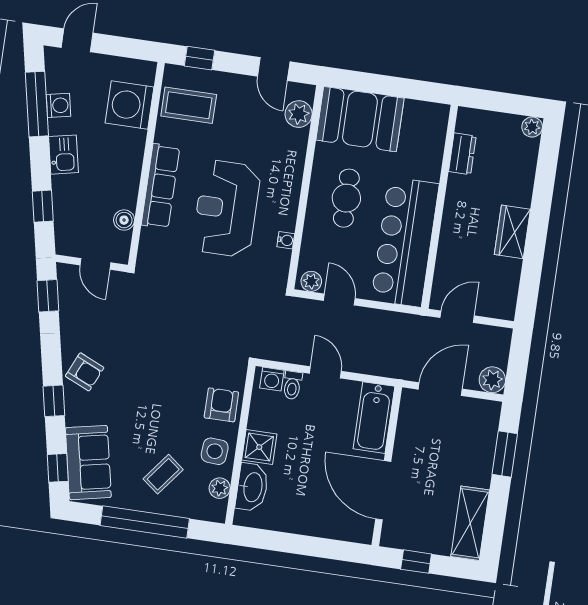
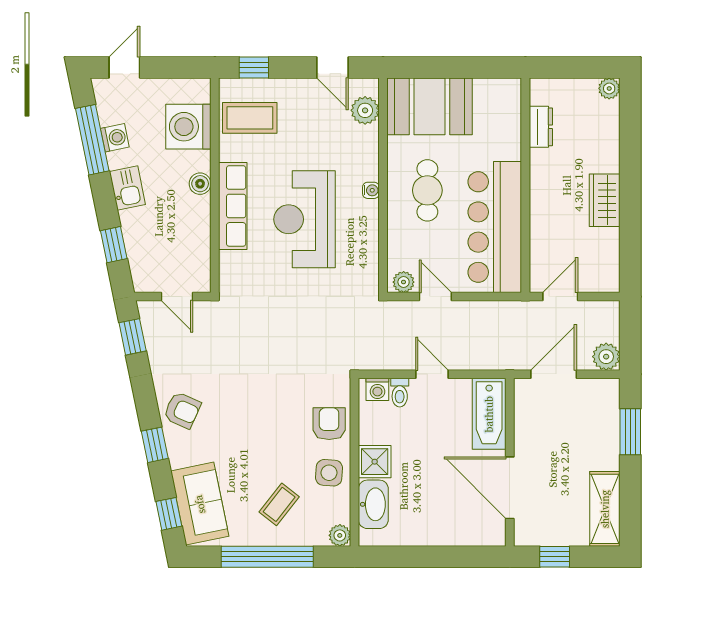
boiler: (124, 220) -> (200, 184), moved
water cooler: (286, 240) -> (371, 190), moved
plant: (220, 488) -> (340, 535), moved

